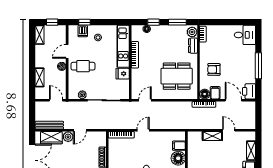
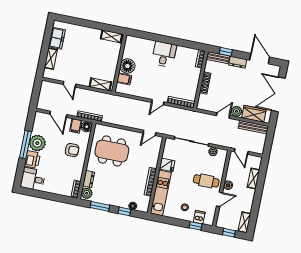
plant: (248, 69) -> (37, 143), added
printer: (249, 91) -> (32, 159), moved
shelving: (212, 136) -> (100, 84), moved

